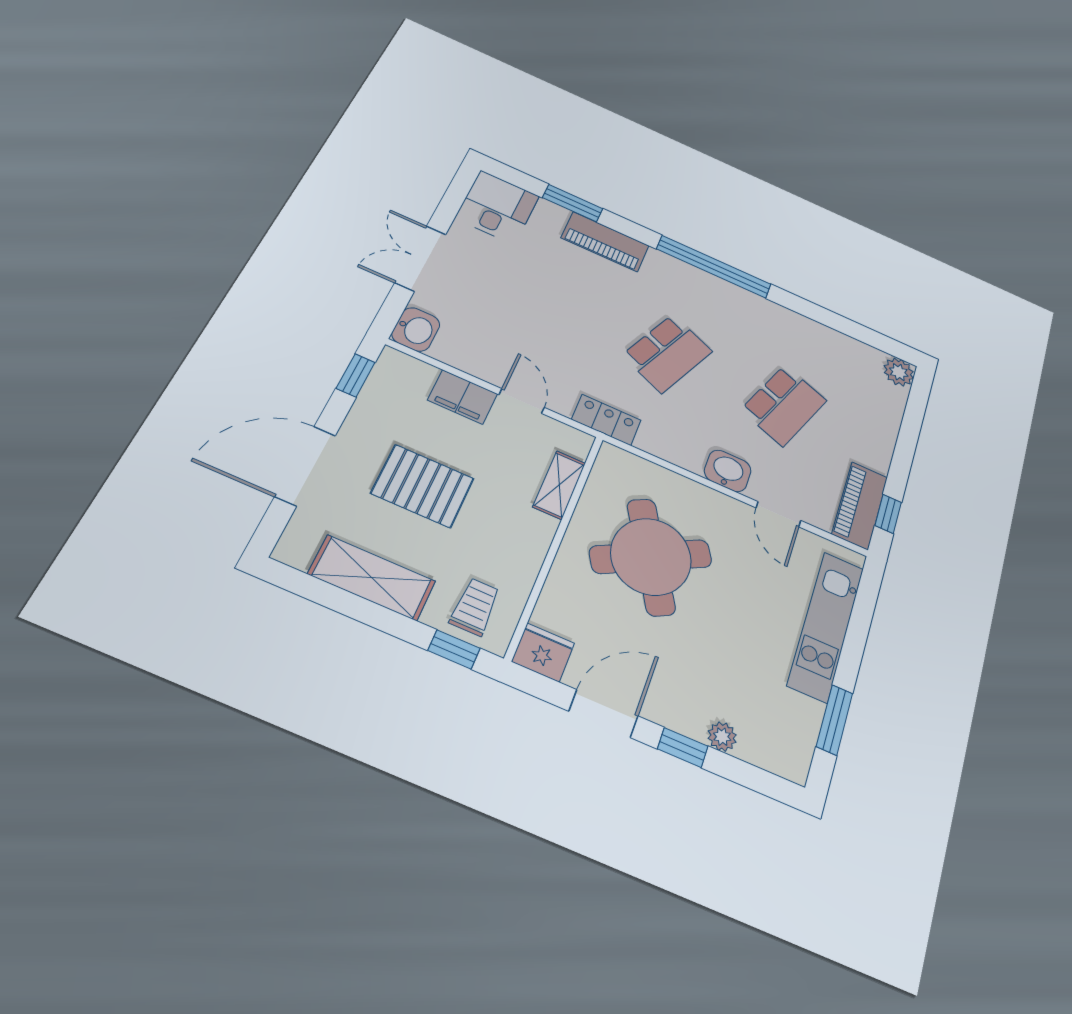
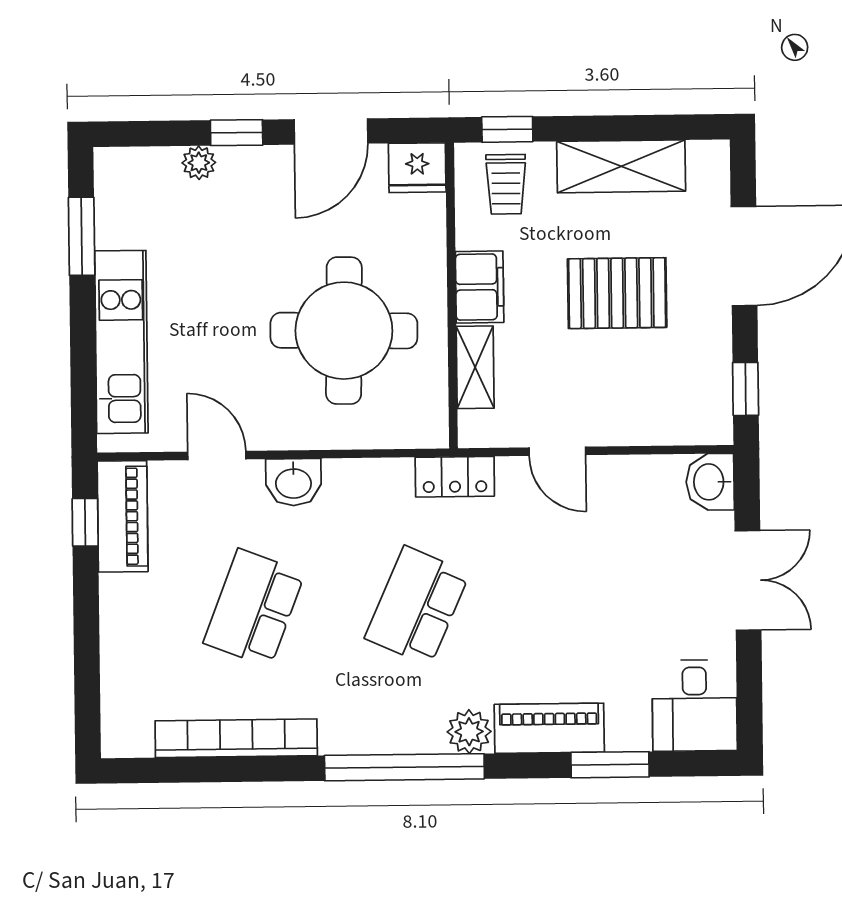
bookcase: (822, 335) -> (236, 738), added
plant: (899, 372) -> (469, 732), moved
filing cabinet: (463, 397) -> (480, 287), moved, turned 90
round table: (651, 557) -> (344, 331), turned 30

